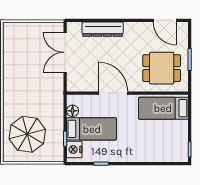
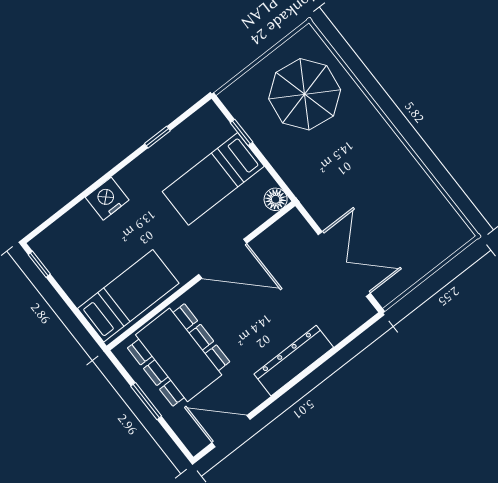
dresser: (103, 29) -> (294, 361), moved
dining table: (162, 68) -> (179, 355), width x1.38
floor lamp: (73, 111) -> (276, 199), moved
nightstand: (74, 149) -> (107, 199), moved, turned -90

